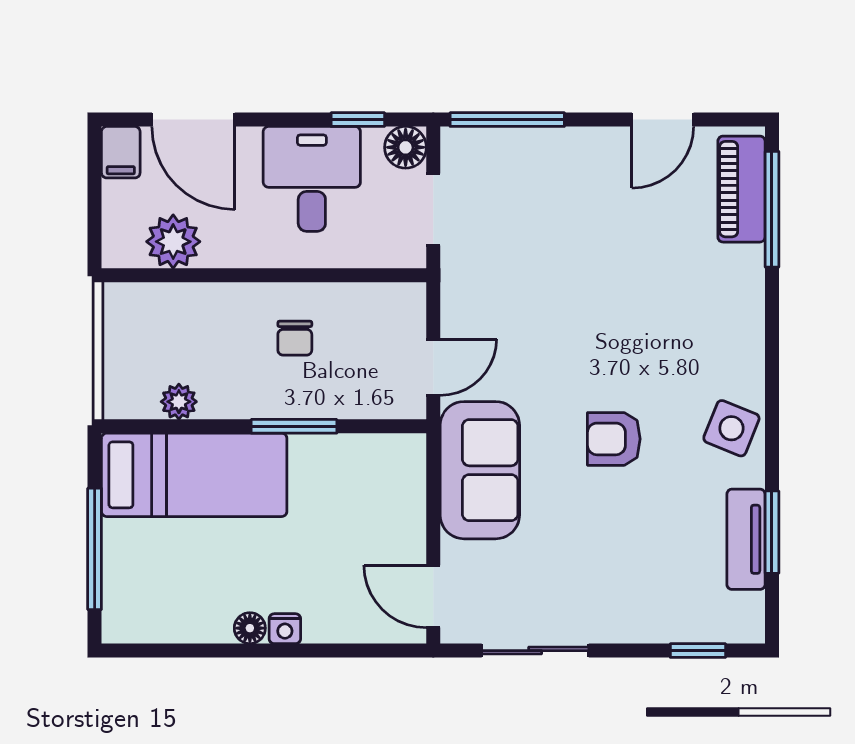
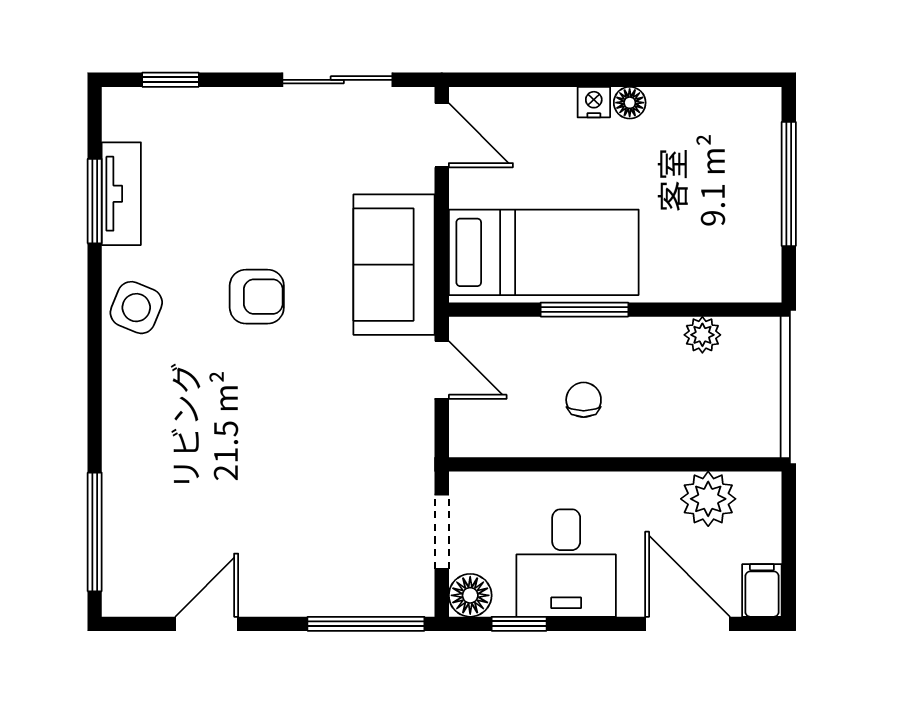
piano: (741, 189) -> (126, 553), removed
door: (433, 367) -> (442, 370), swing flipped
bed: (194, 475) -> (544, 252), moved, turned 180

